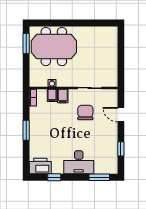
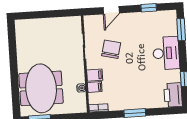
chair: (85, 113) -> (111, 49), turned 104

